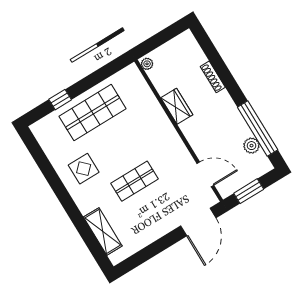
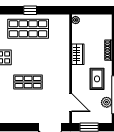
window: (60, 100) -> (30, 10), moved
rug: (221, 123) -> (97, 79), added

